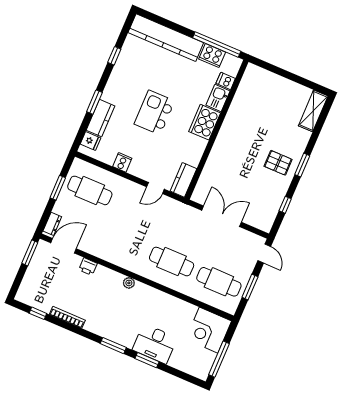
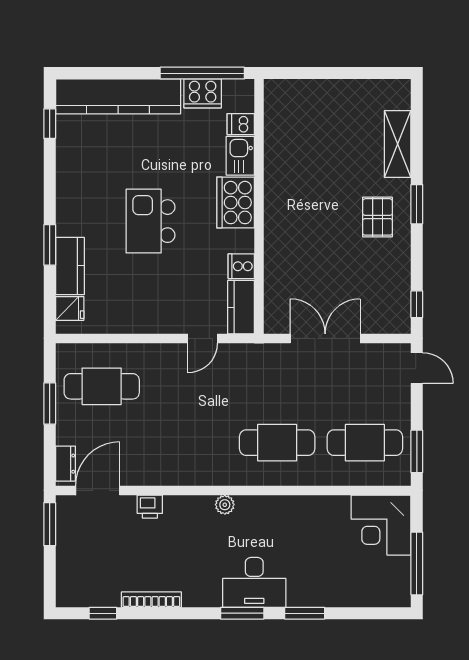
window: (114, 56) -> (50, 124), moved
shelving: (313, 111) -> (398, 144), moved
cooker: (122, 162) -> (241, 266), moved, turned -90
pallet: (278, 163) -> (378, 217), turned 90
window: (285, 205) -> (417, 304), moved
window: (250, 287) -> (417, 451), moved
desk: (155, 344) -> (254, 582), moved

